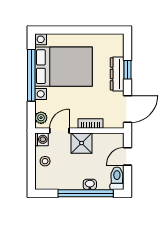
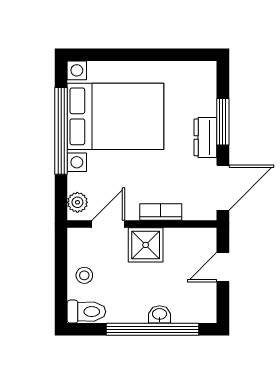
window: (127, 70) -> (223, 122), width x1.50
dresser: (117, 74) -> (205, 137), width x0.70
washing machine: (41, 139) -> (78, 239), removed
toilet: (117, 178) -> (86, 312), moved, turned 90

